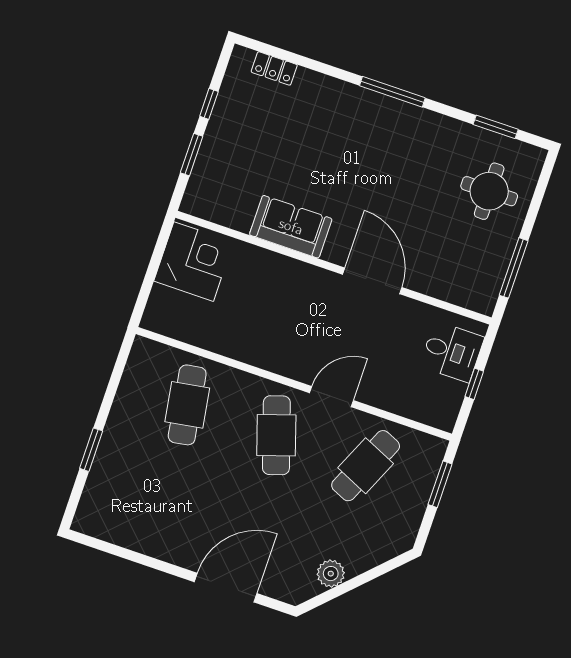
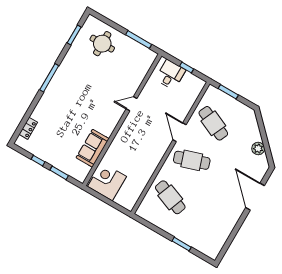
sofa: (291, 227) -> (93, 148), moved
door: (372, 281) -> (132, 104), width x0.53
cafe table: (187, 405) -> (170, 197), turned 30

